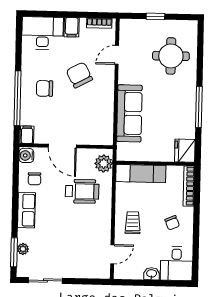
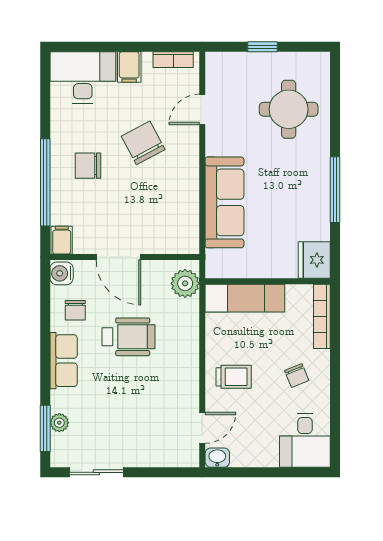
wheelchair: (82, 191) -> (128, 337), moved
trolley: (133, 223) -> (234, 377), turned 90
washbasin: (152, 274) -> (217, 458), moved

